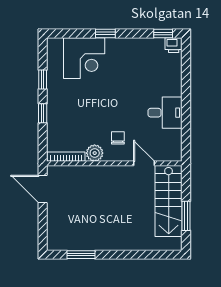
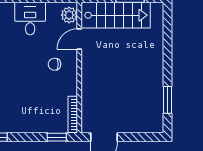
window: (43, 113) -> (57, 137), moved
plant: (95, 153) -> (69, 15), moved

